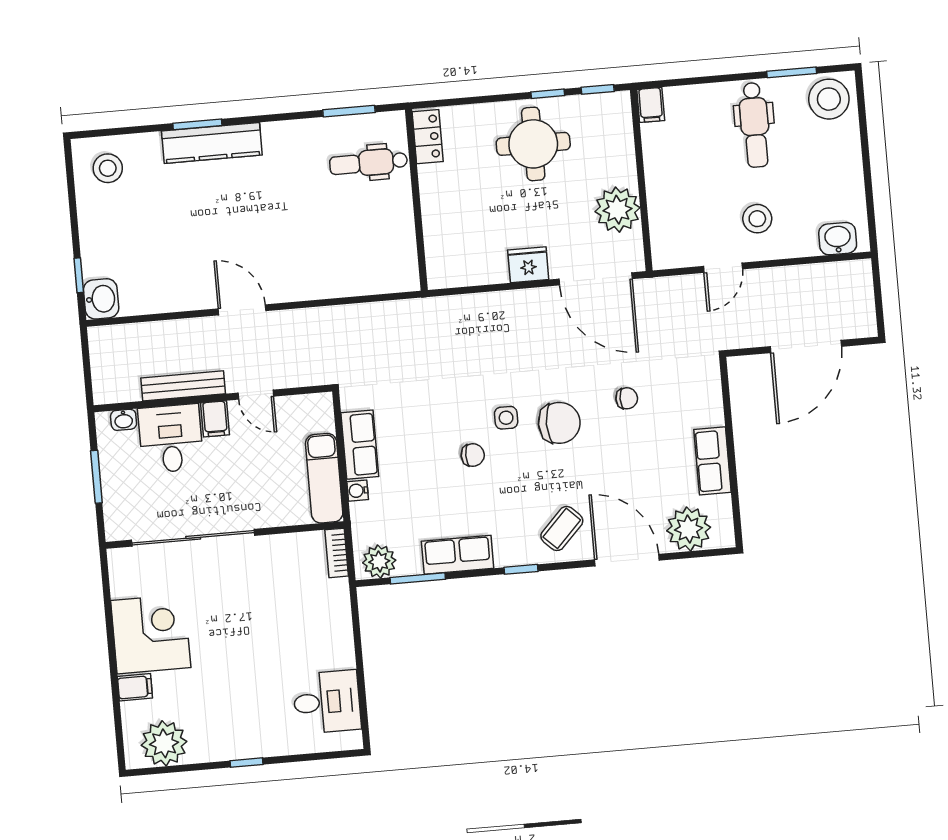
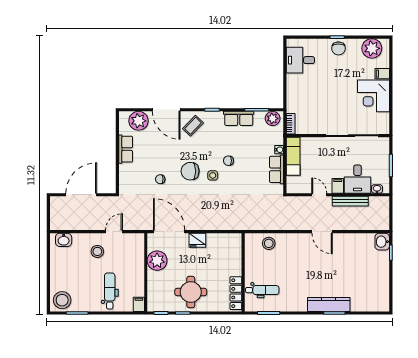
dental chair: (755, 125) -> (110, 291), moved
locker: (428, 137) -> (236, 293), width x1.53
stool: (108, 168) -> (269, 243), moved
chair: (241, 737) -> (338, 48), added

